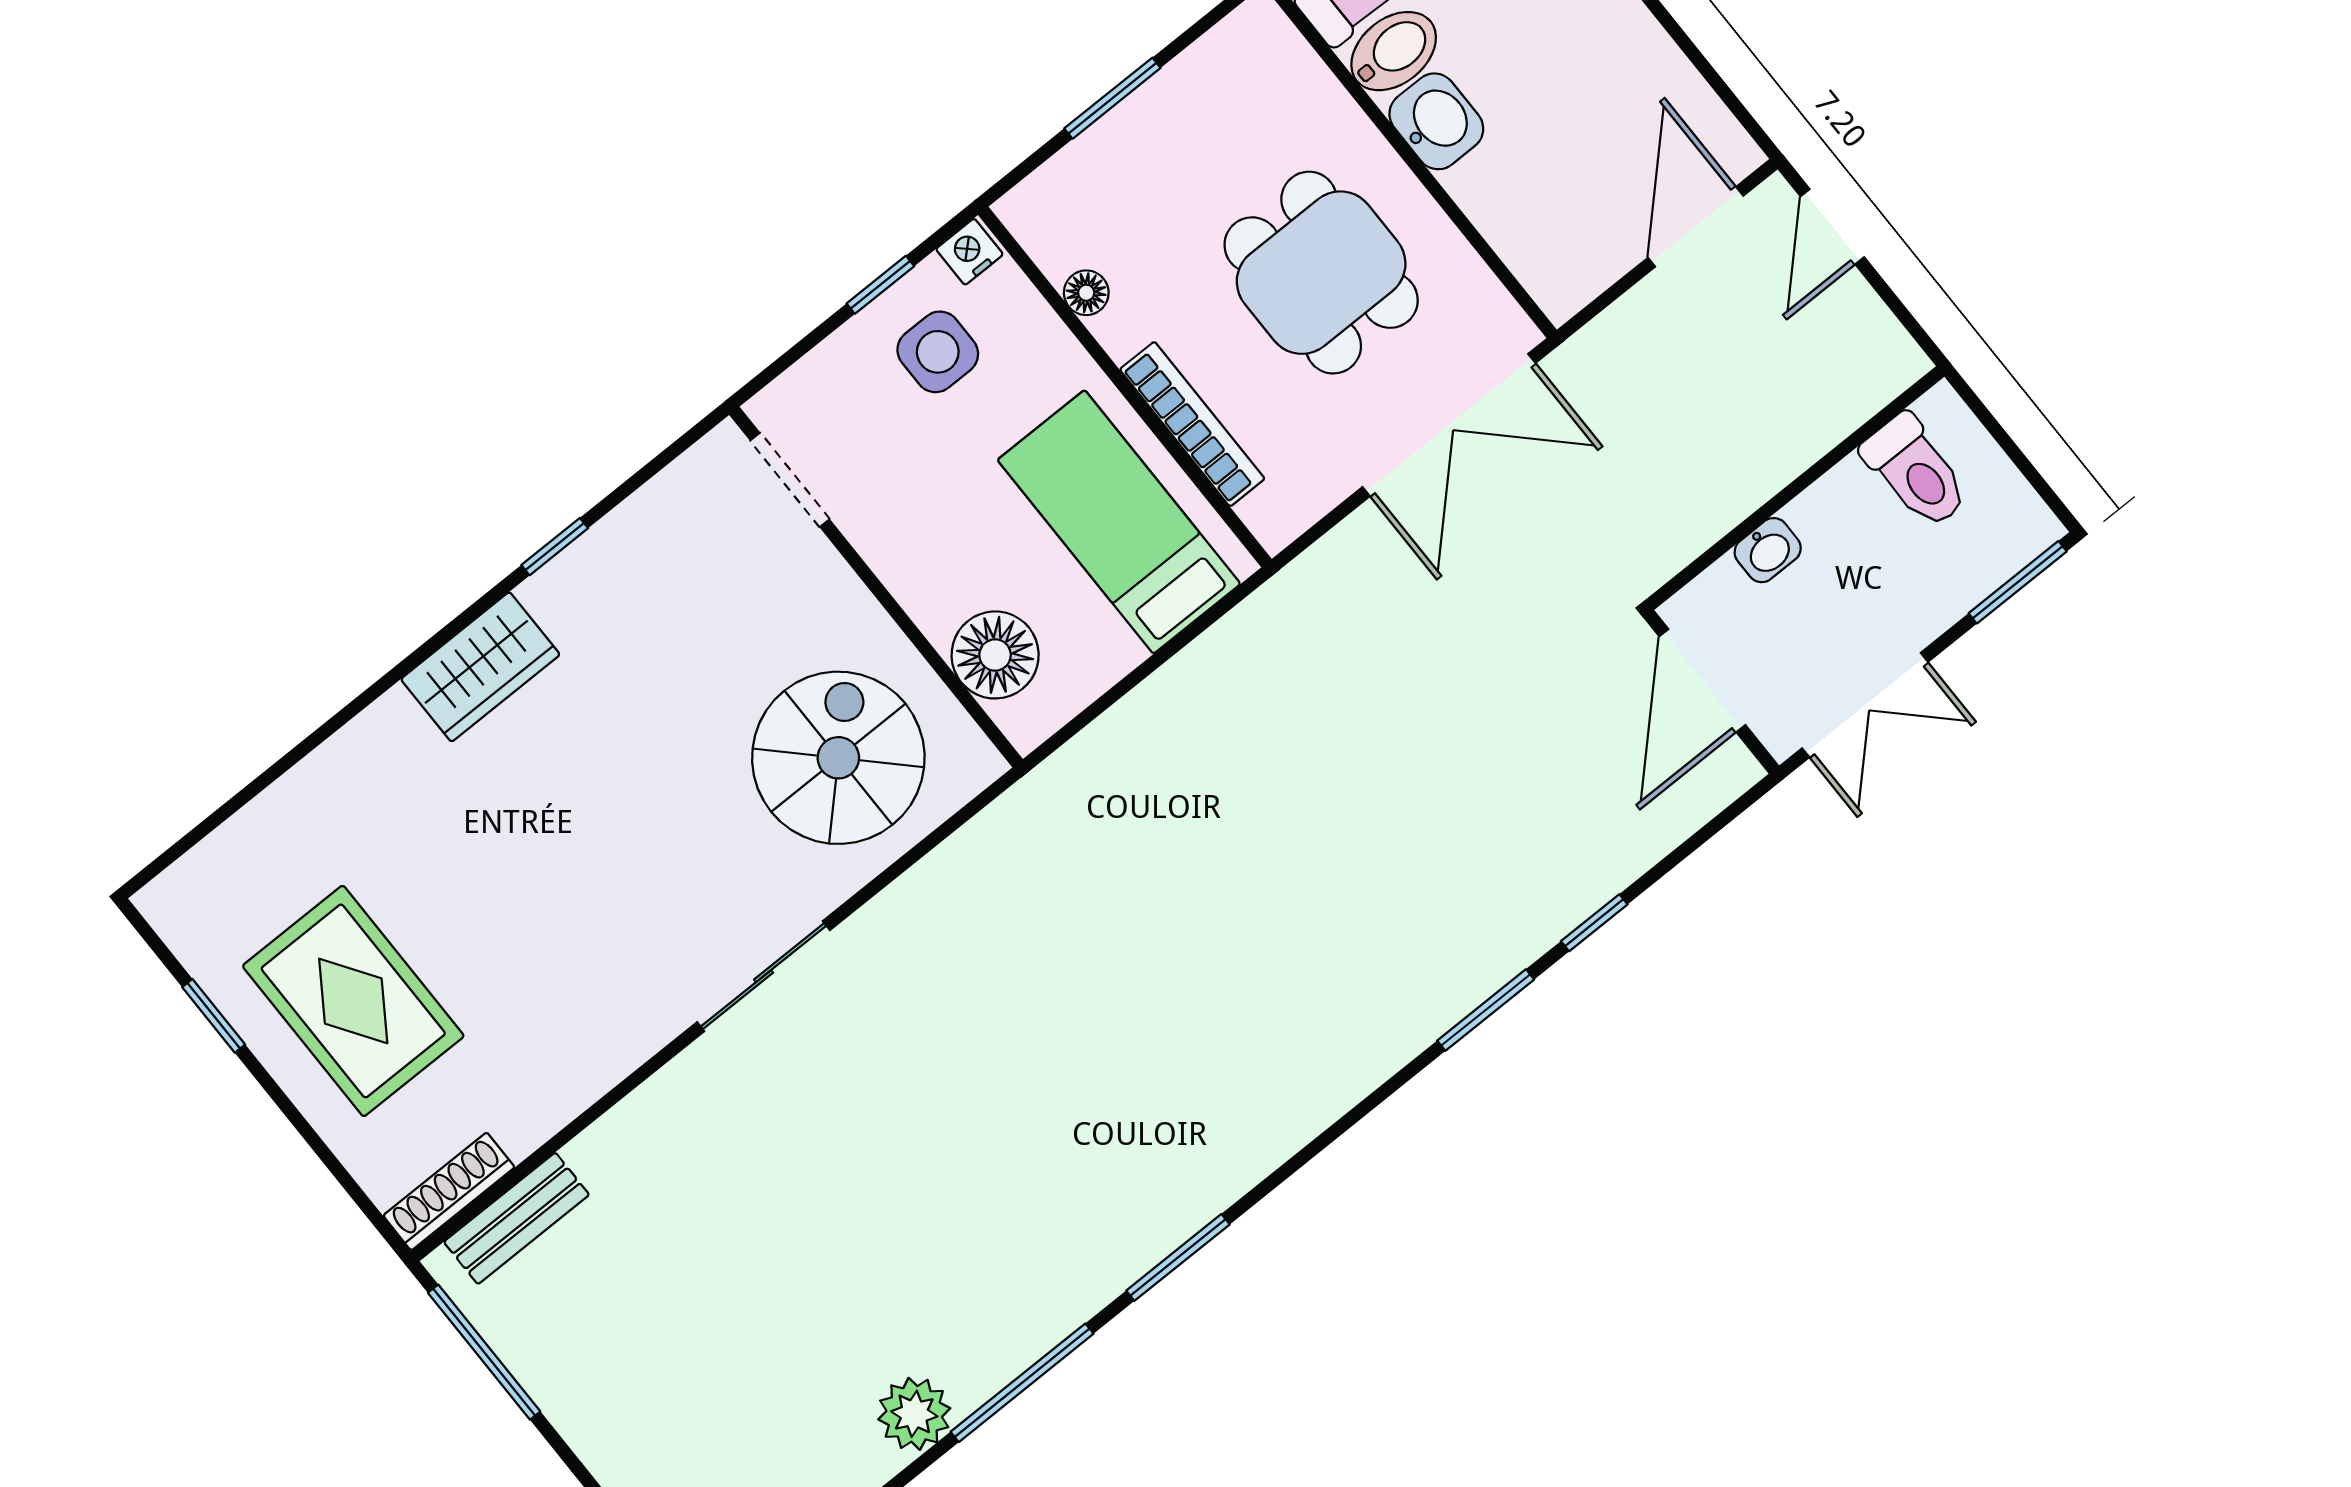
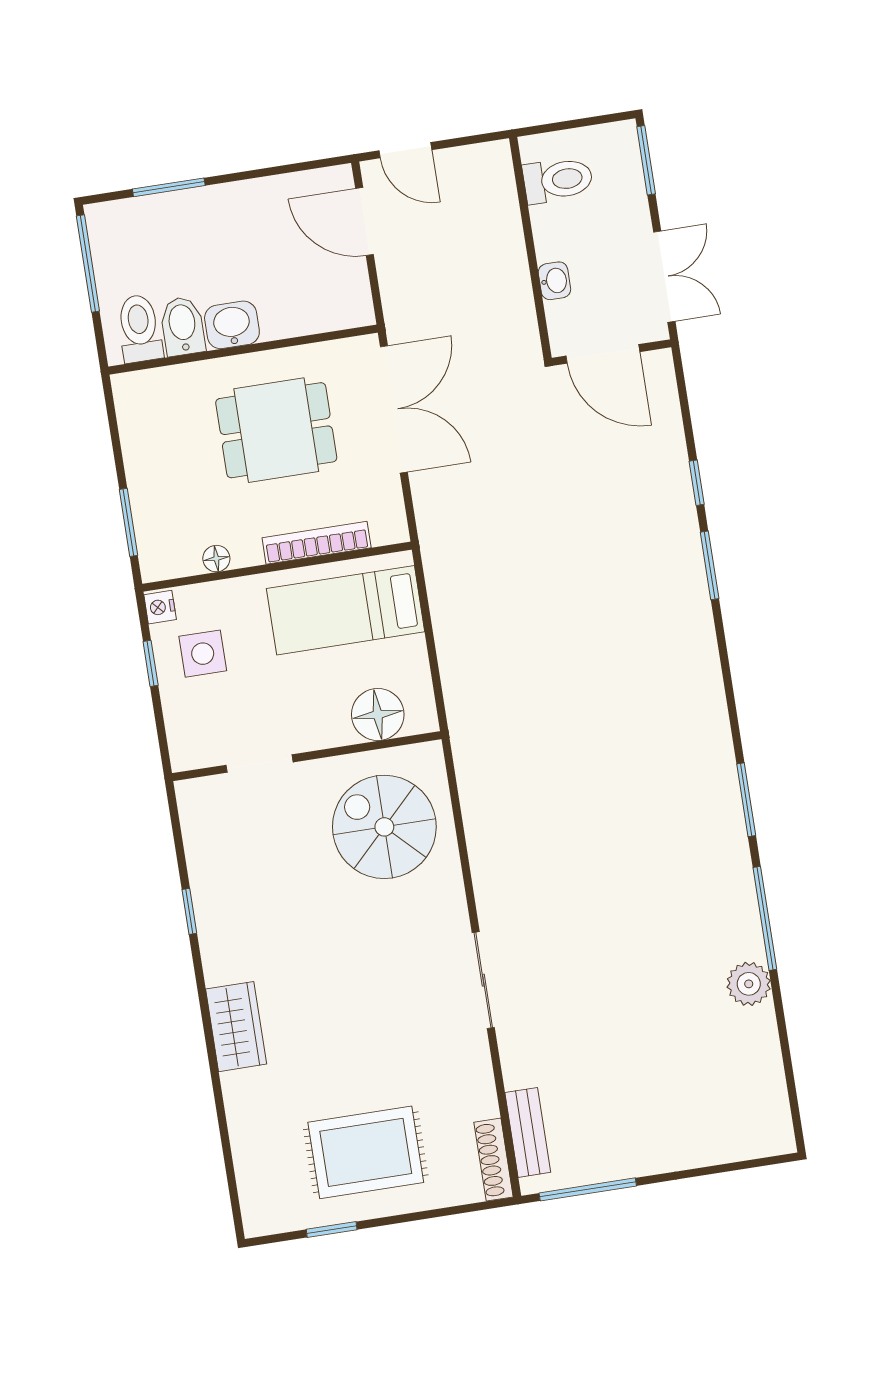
window: (1112, 98) -> (128, 522), moved
doorway: (790, 480) -> (259, 764), moved
wardrobe: (480, 667) -> (236, 1027), moved
sliding door: (764, 976) -> (483, 980), moved

